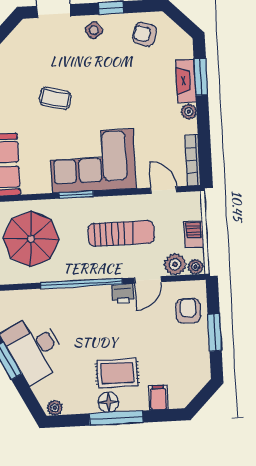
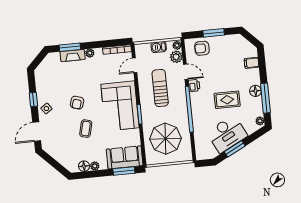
armchair: (145, 34) -> (77, 103), moved
rug: (117, 373) -> (227, 100), moved, turned 90
window: (116, 418) -> (265, 98), moved

